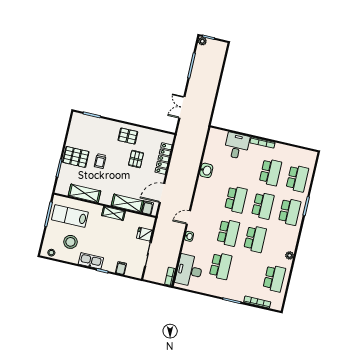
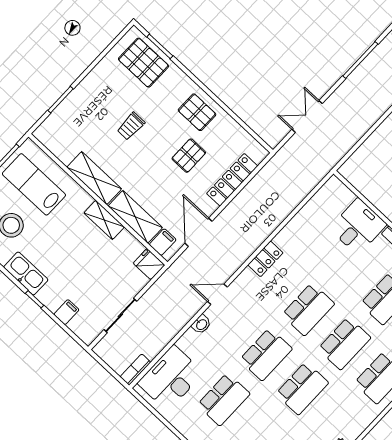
pallet: (76, 157) -> (143, 63), moved
washbasin: (206, 170) -> (288, 237), removed
locker: (201, 187) -> (265, 259), added
shelving: (85, 193) -> (94, 178), moved
door: (162, 193) -> (198, 232), hinge flipped
fridge: (144, 234) -> (149, 264), moved

